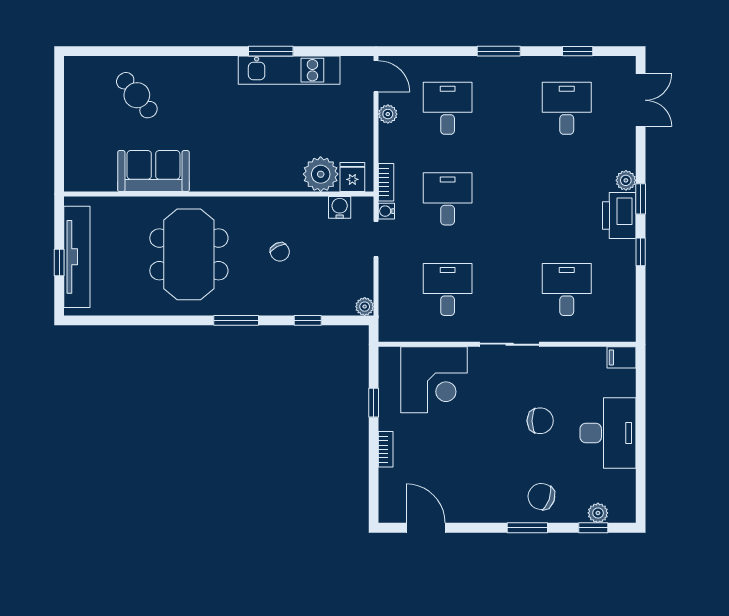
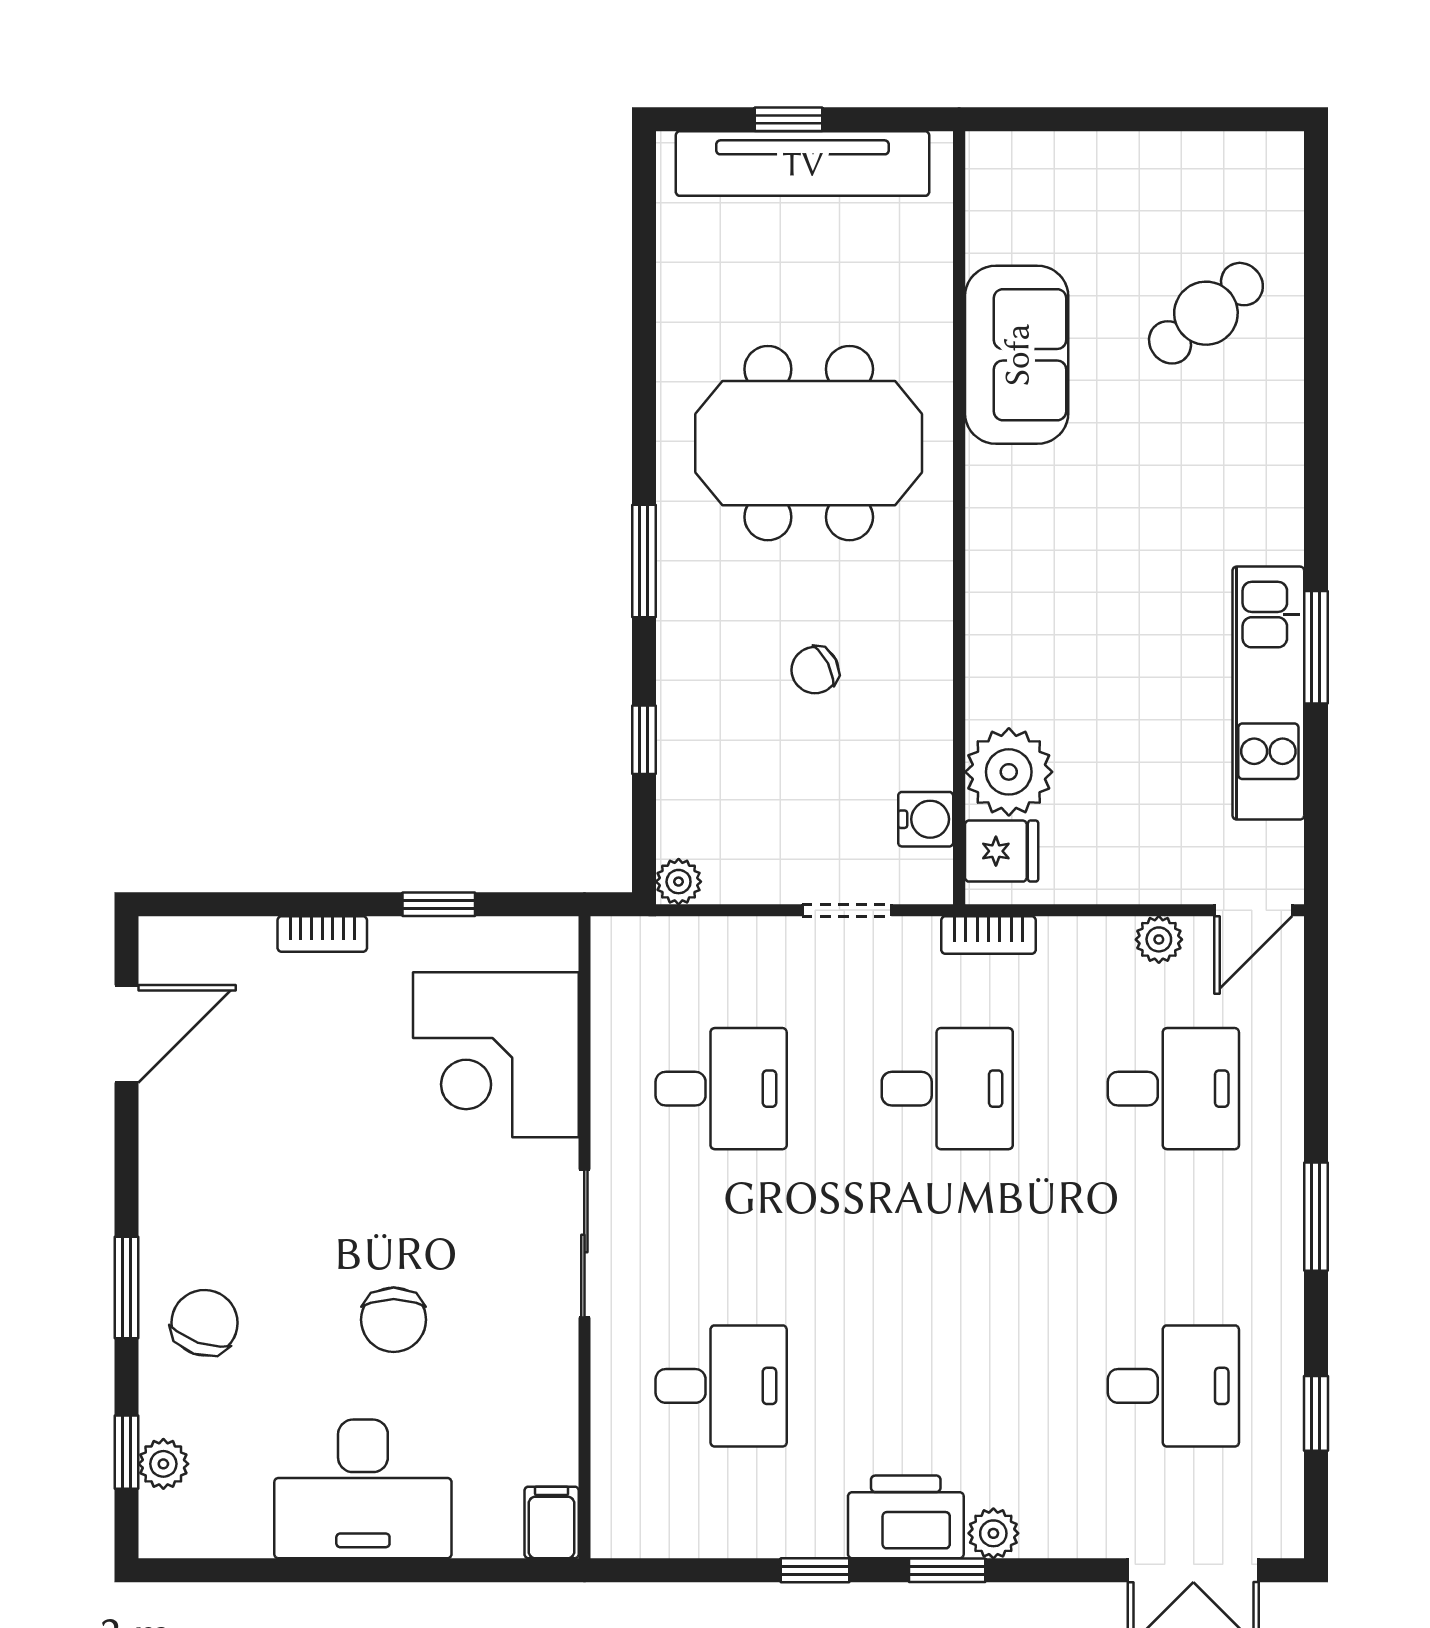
water cooler: (386, 211) -> (917, 936), removed

